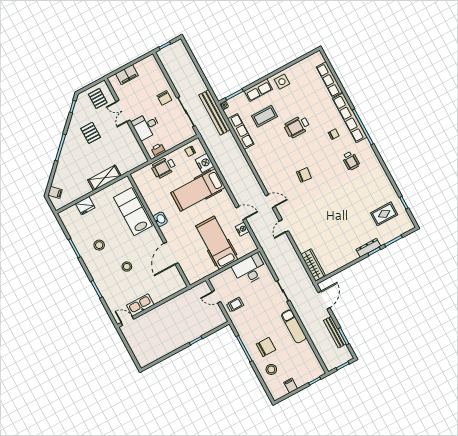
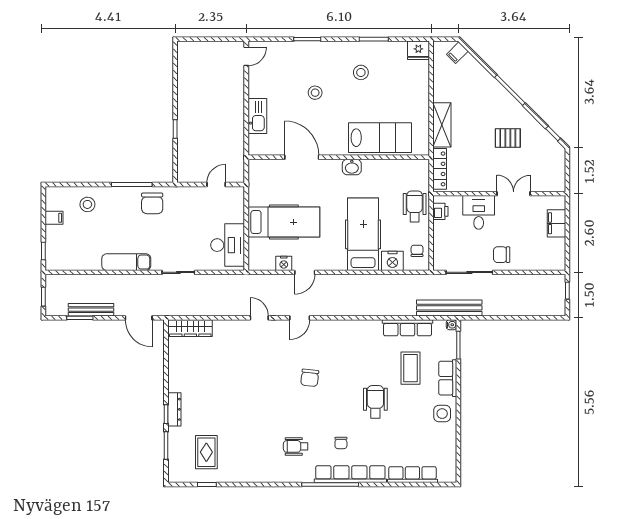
pallet: (98, 98) -> (546, 171), removed
locker: (132, 165) -> (440, 169), added
fridge: (85, 206) -> (418, 50), moved, turned -90
kitchen sink: (140, 305) -> (257, 116), moved
trolley: (235, 305) -> (194, 203), removed
chair: (266, 347) -> (152, 203), moved

